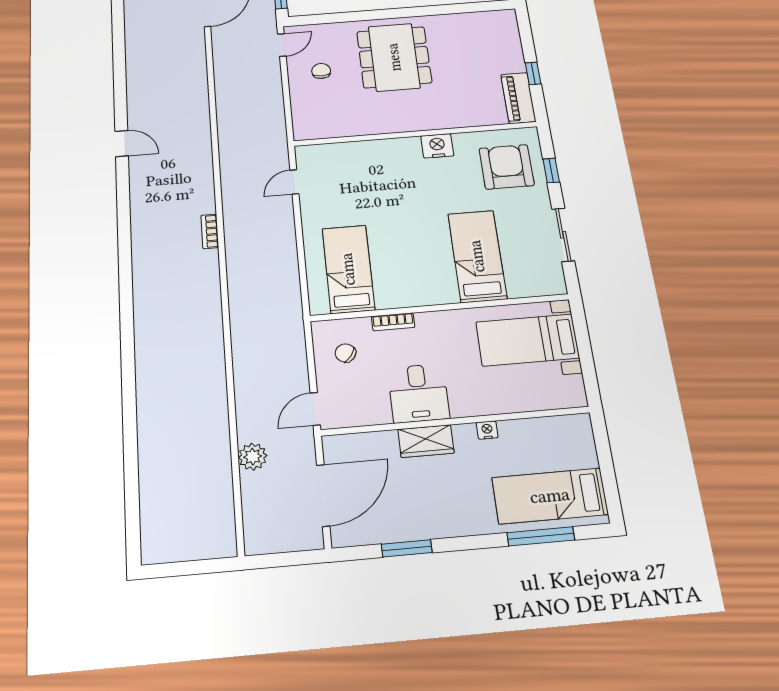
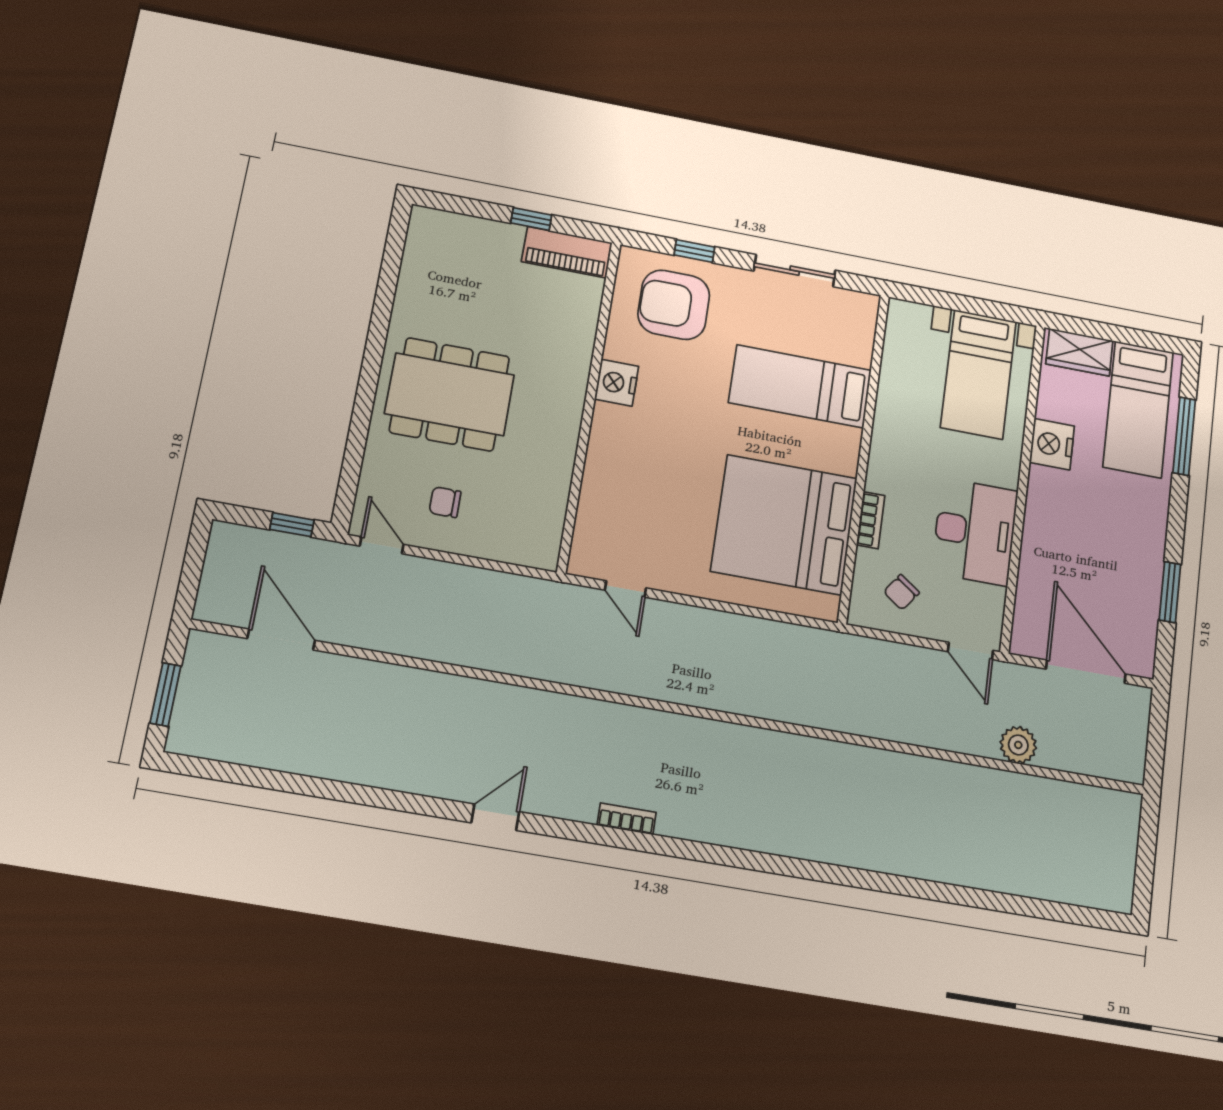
bookcase: (210, 231) -> (627, 819), moved, turned 180
bed: (348, 269) -> (784, 525), width x2.04
bed with nightstands: (527, 340) -> (978, 374), moved
desk: (418, 393) -> (975, 532), width x1.37
nightstand: (487, 430) -> (1052, 444), width x1.89, depth x1.79
wardrobe: (426, 441) -> (1079, 352), moved, turned 90

